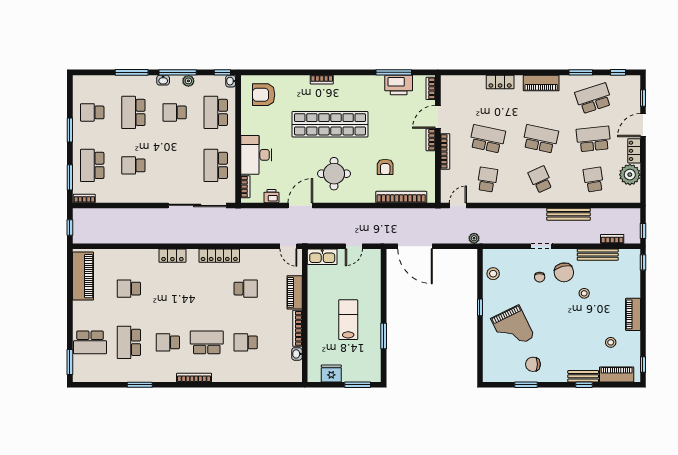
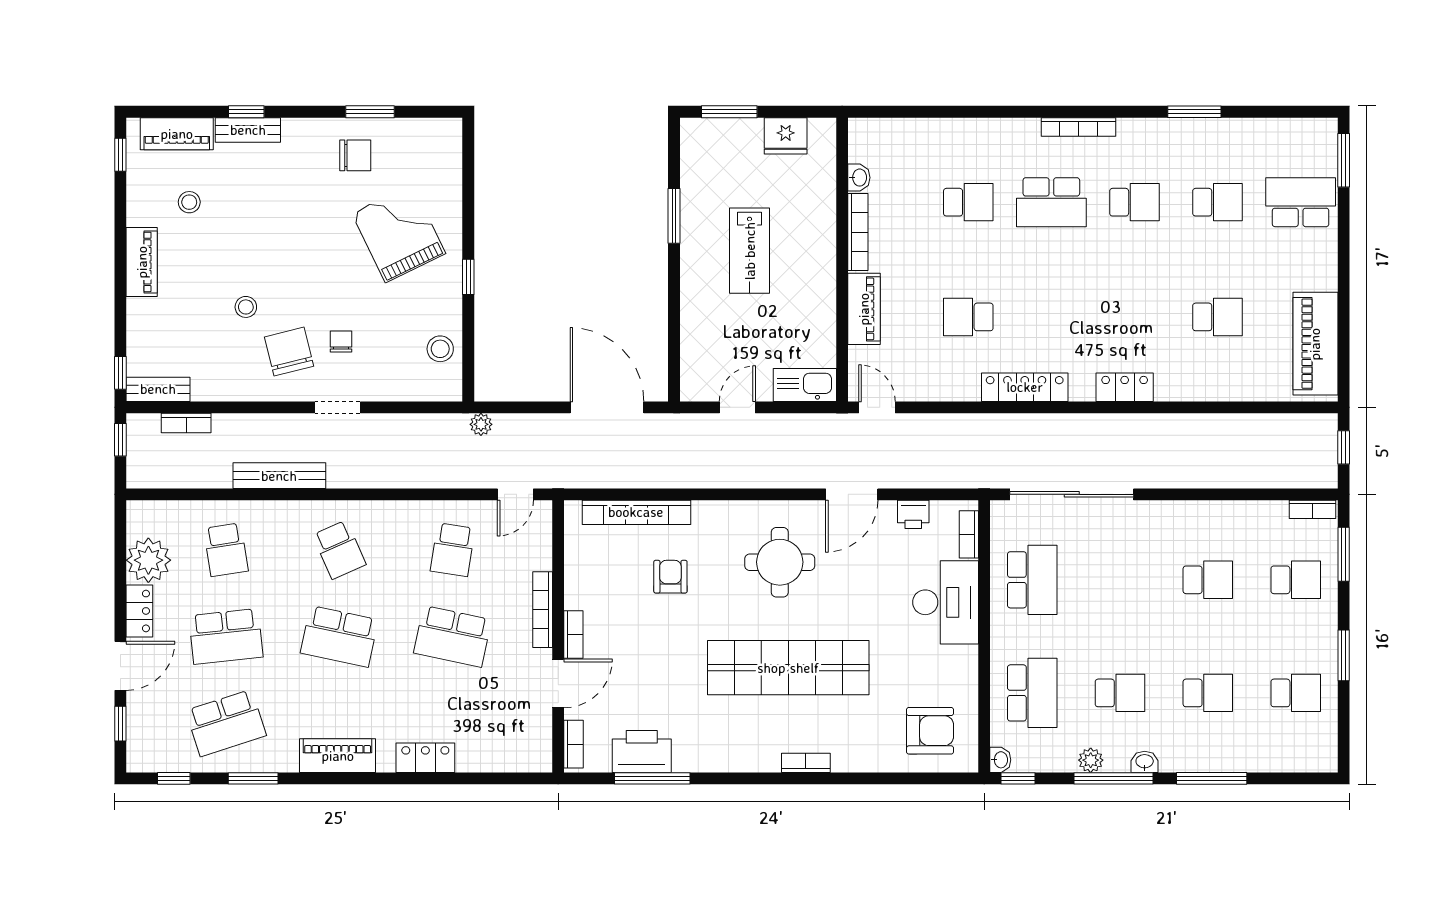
school desk: (133, 112) -> (1208, 693), width x0.54
school desk: (92, 165) -> (1296, 580), width x0.54
bench: (598, 255) -> (158, 389), moved, width x0.73
school desk: (129, 342) -> (1217, 202), width x0.54

